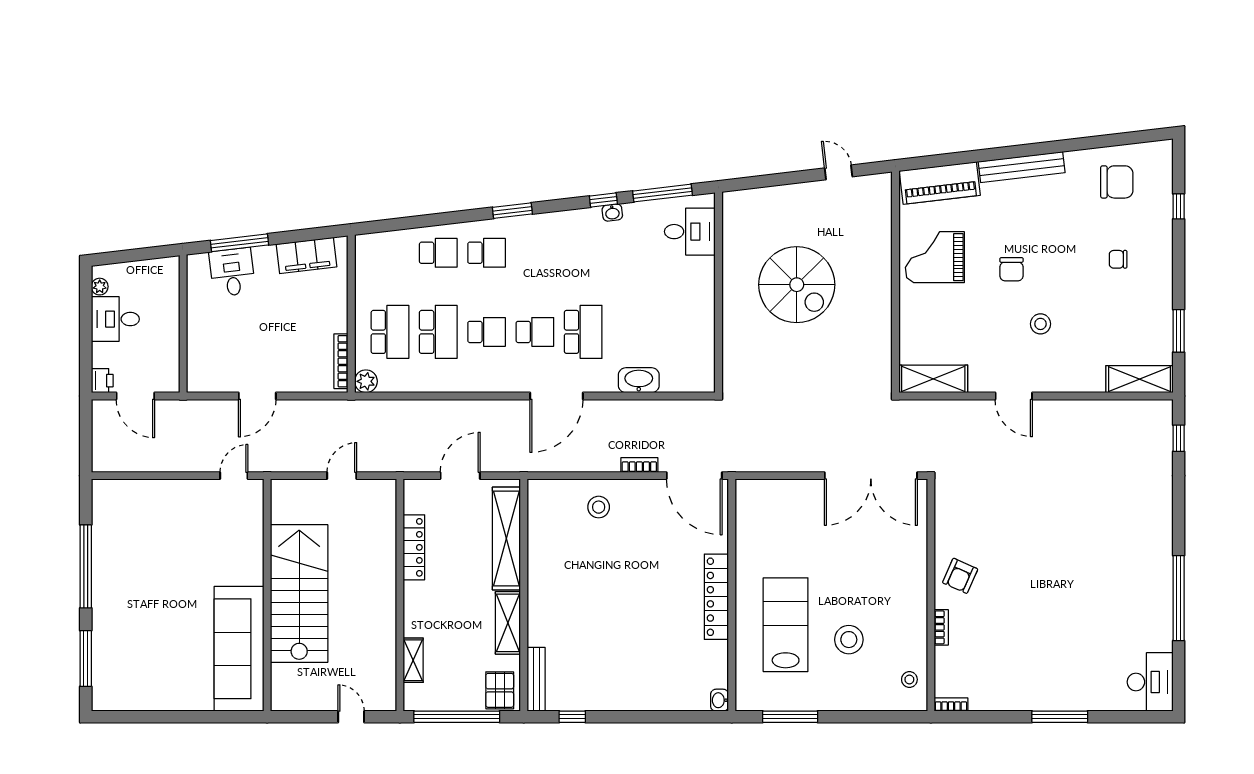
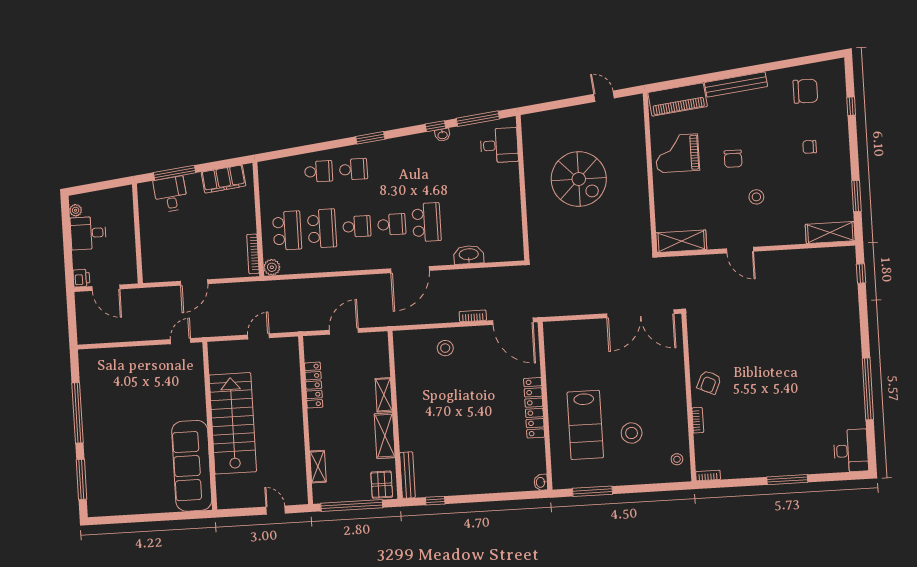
shelving: (506, 538) -> (384, 395), width x0.45, depth x0.75
lab bench: (786, 625) -> (585, 425), turned 180

